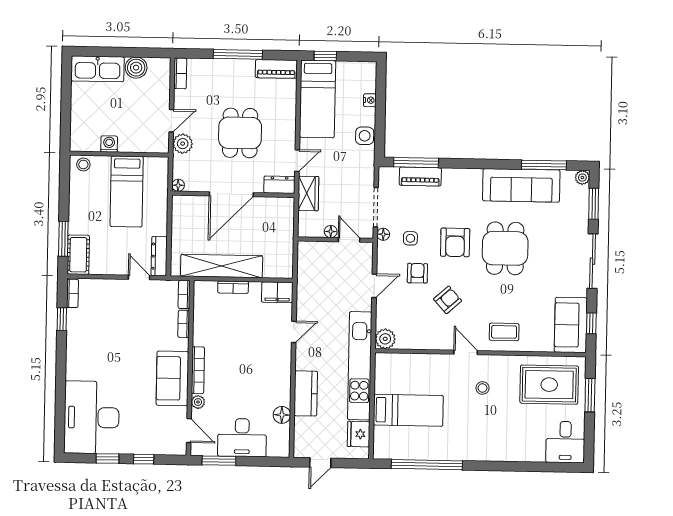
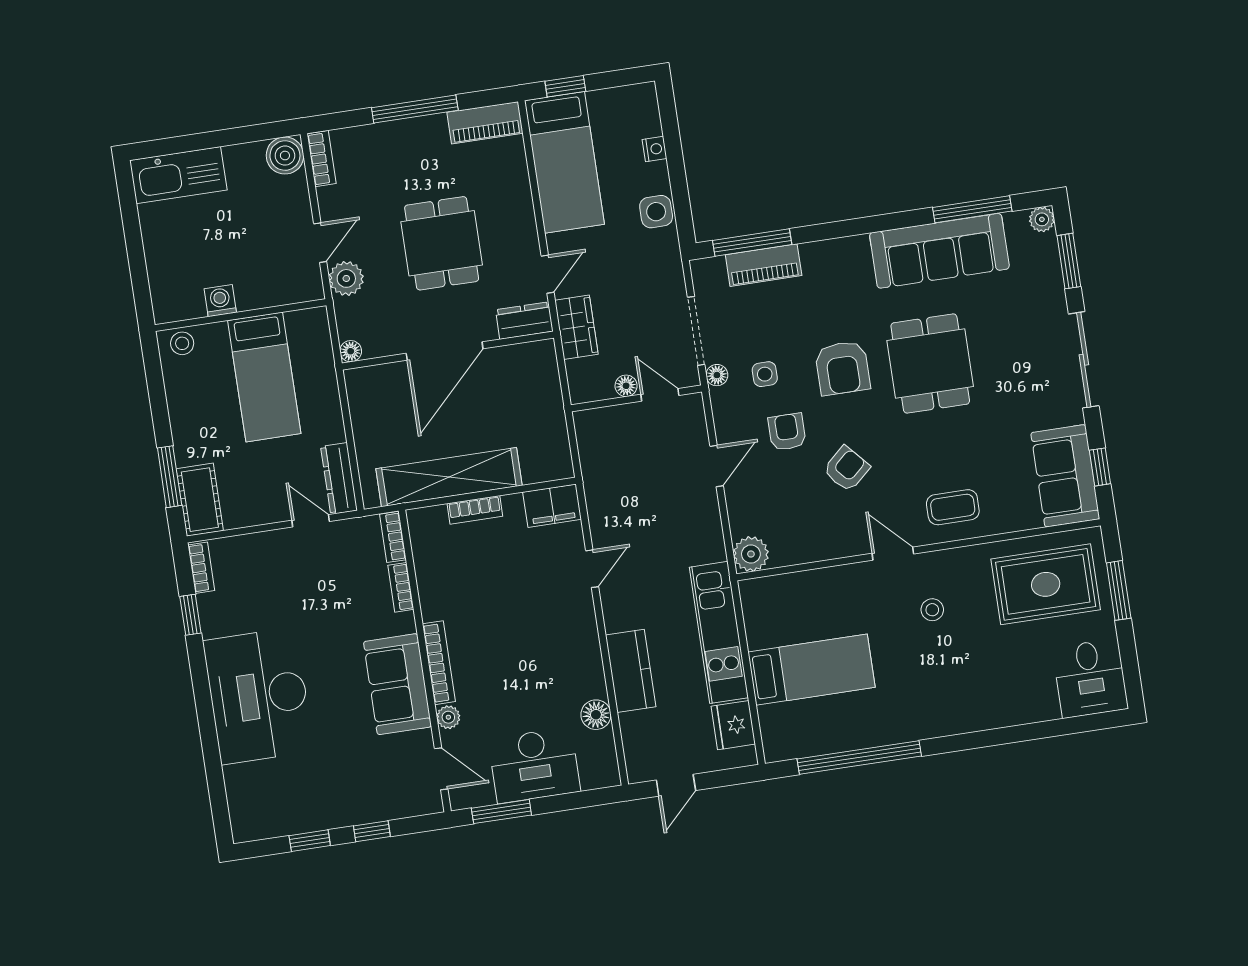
boiler: (136, 68) -> (285, 156), moved
kitchen unit: (360, 366) -> (719, 632), width x0.73
desk: (92, 417) -> (258, 696), moved

